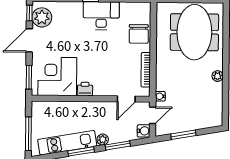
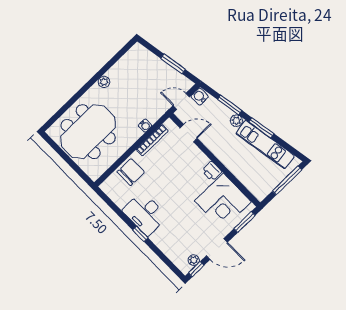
plant: (42, 17) -> (194, 260), width x0.53, depth x0.53
water cooler: (160, 96) -> (145, 126), moved

